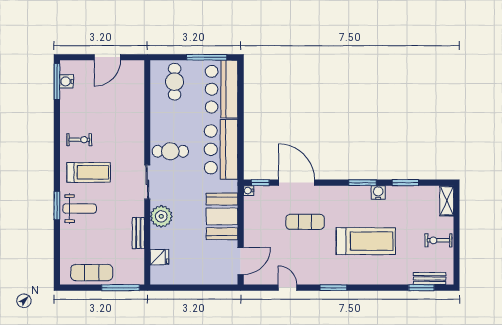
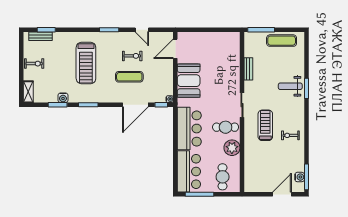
door: (107, 57) -> (282, 194), moved
treadmill: (89, 172) -> (265, 125), moved, turned 90
door: (297, 183) -> (135, 105), hinge flipped
water cooler: (378, 192) -> (63, 98), moved
plant: (161, 216) -> (232, 148), moved
treadmill: (366, 241) -> (86, 63), turned -90
exercise bike: (301, 251) -> (132, 56), added
fridge: (159, 257) -> (233, 52), removed

